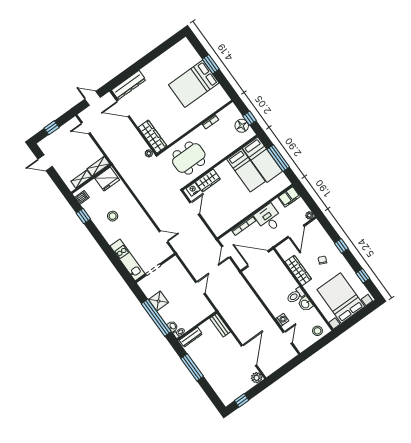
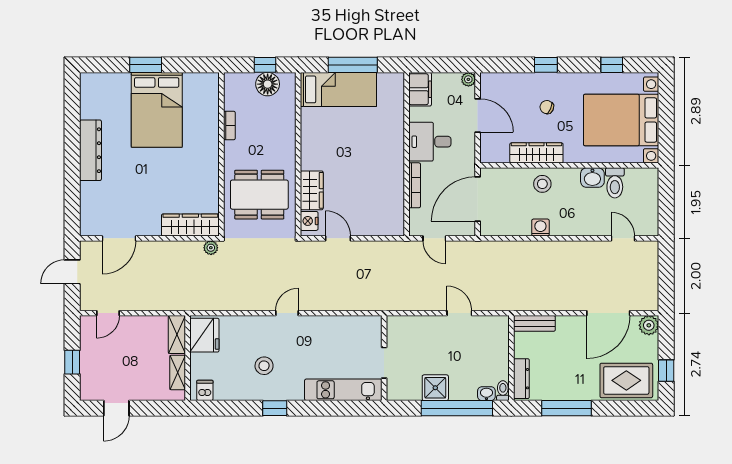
dresser: (129, 85) -> (90, 150), moved
dining table: (189, 158) -> (259, 195), turned 90
bed: (246, 170) -> (337, 124), removed
window: (83, 216) -> (275, 408), moved
door: (164, 237) -> (287, 313), moved
toilet: (296, 295) -> (615, 183), moved
washing machine: (282, 320) -> (540, 228), moved
stool: (317, 331) -> (542, 184), moved
door: (249, 355) -> (608, 313), swing flipped
rug: (224, 386) -> (626, 380), added

